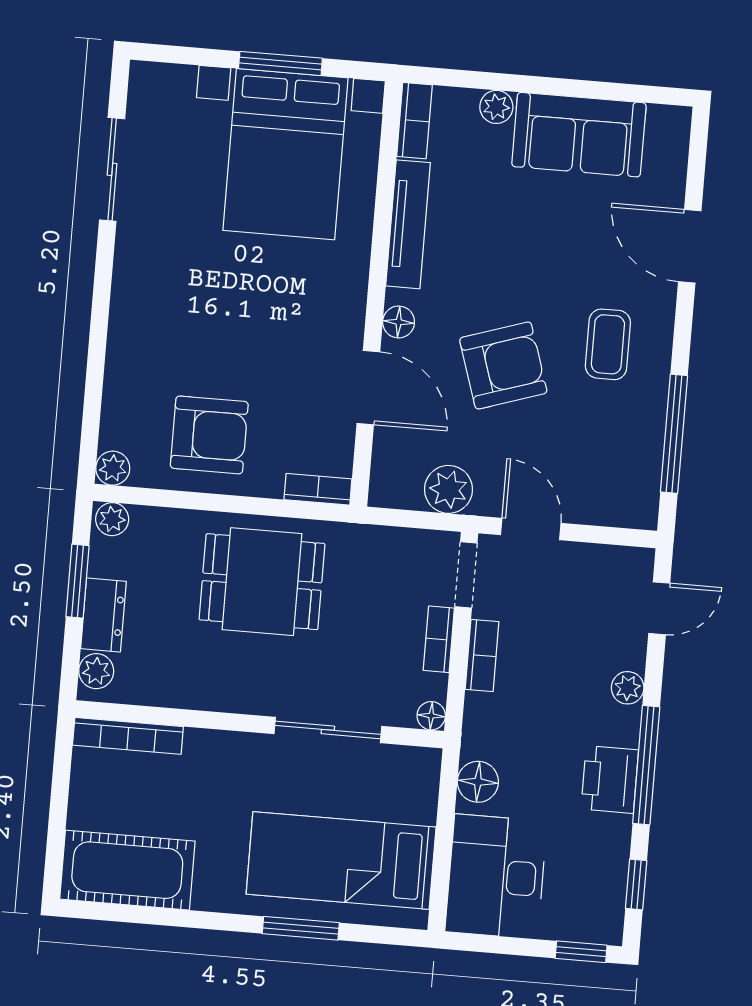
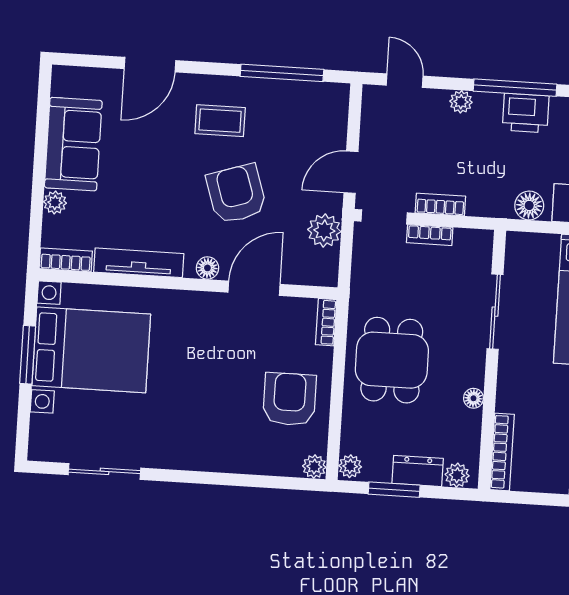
floor lamp: (431, 716) -> (473, 398), moved

